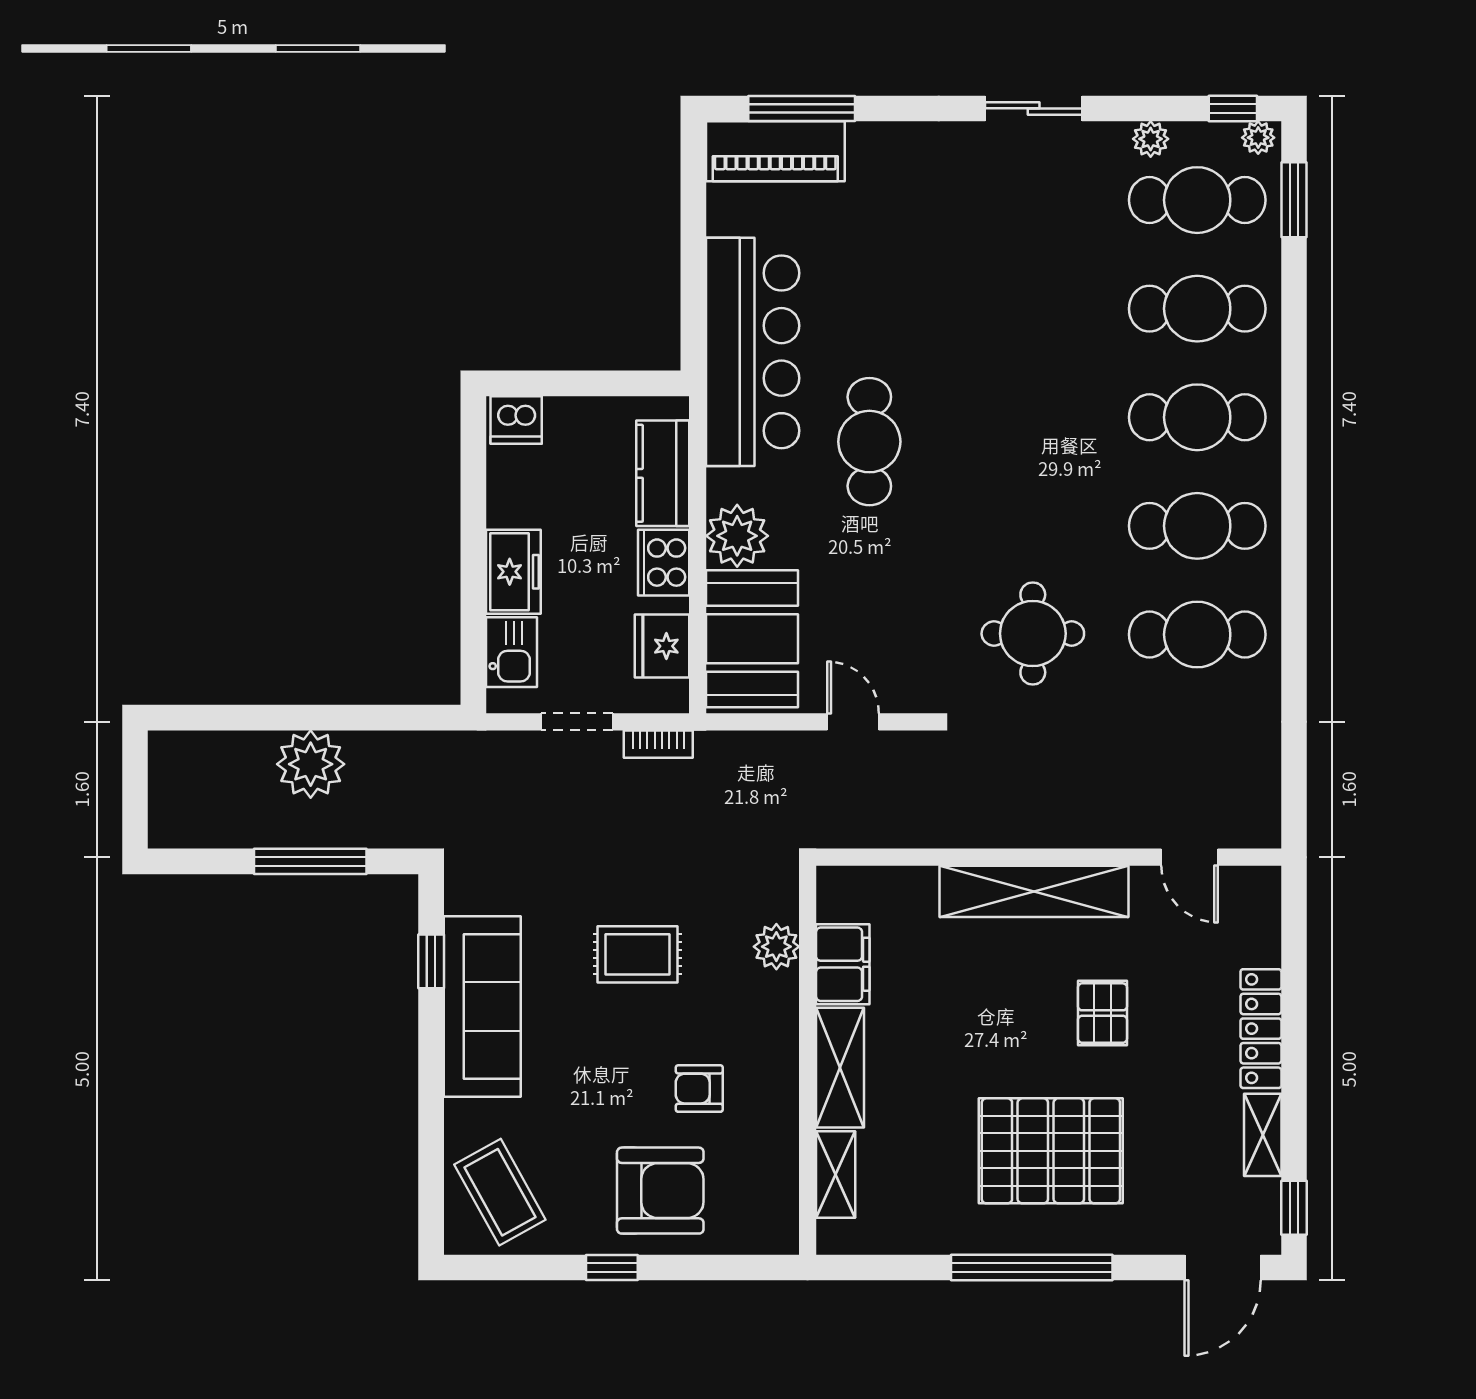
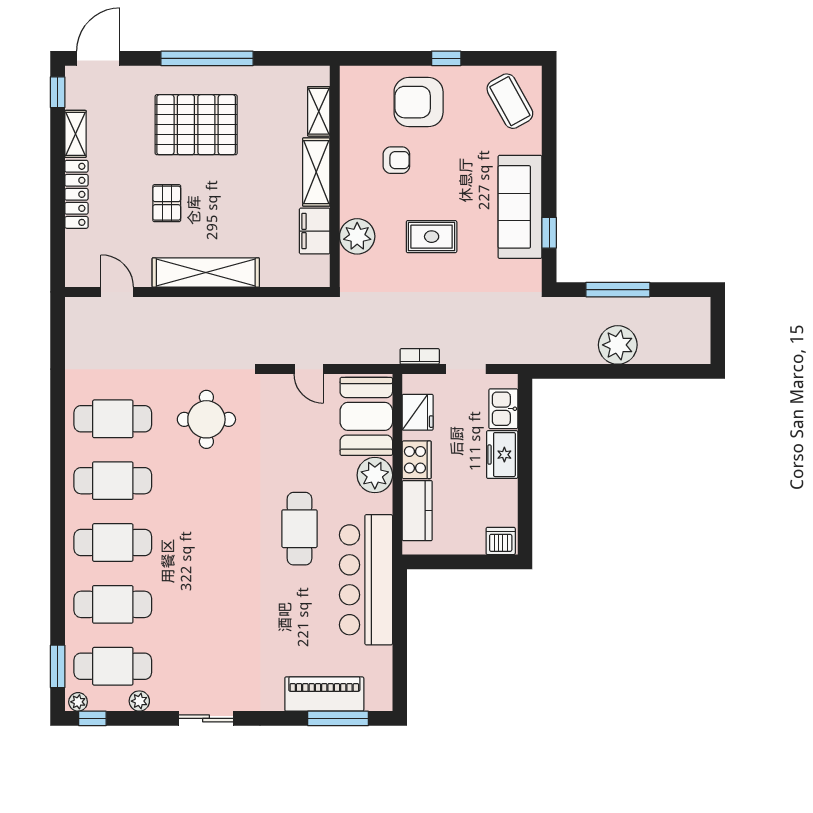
piano: (775, 151) -> (324, 694), moved
plant: (776, 947) -> (357, 236), width x1.36, depth x1.36

